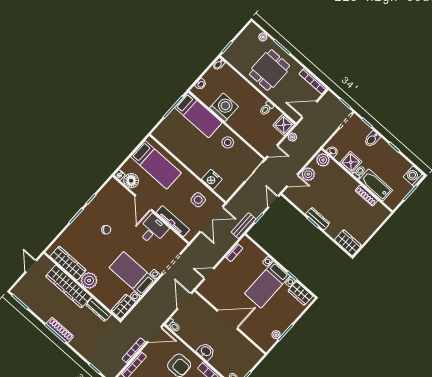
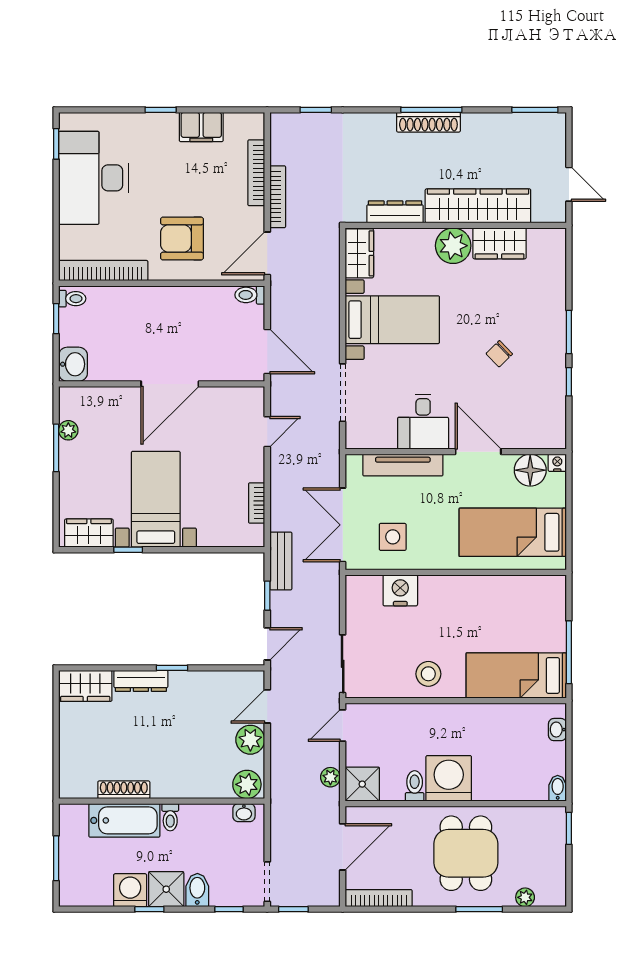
washing machine: (224, 107) -> (449, 778), moved, turned 180
shower: (351, 162) -> (166, 889), moved
washing machine: (414, 176) -> (130, 890), moved, turned -90
door: (273, 202) -> (267, 644), hinge flipped
dresser: (318, 219) -> (141, 681), moved
wardrobe: (68, 263) -> (500, 243), width x0.67
washbasin: (206, 351) -> (73, 364), moved, turned -90

